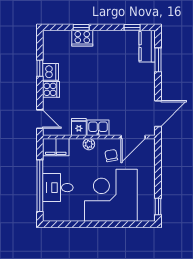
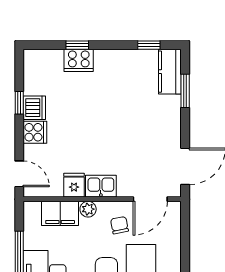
filing cabinet: (56, 147) -> (60, 213), moved

